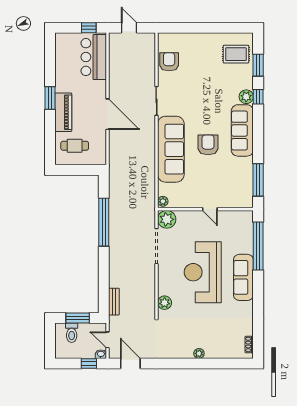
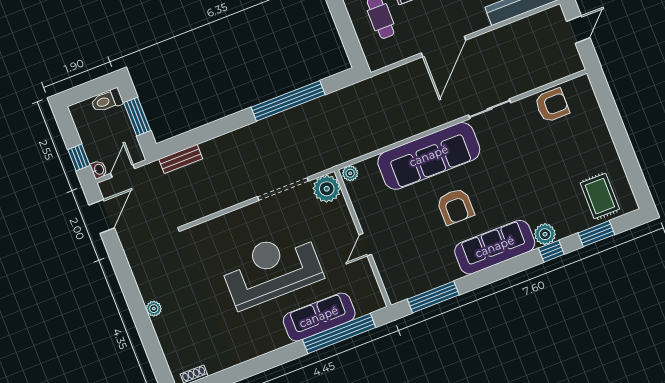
armchair: (208, 145) -> (455, 206), turned 90
sofa: (243, 277) -> (319, 317), moved
plant: (165, 303) -> (207, 232), removed
toilet: (72, 333) -> (107, 101), moved

